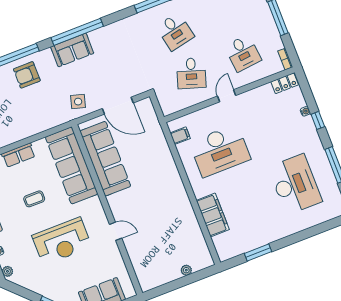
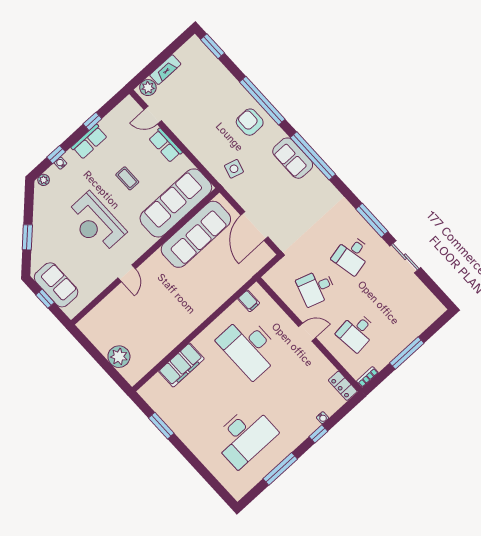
side table: (78, 102) -> (234, 169), moved
plant: (186, 270) -> (119, 357), width x1.88, depth x1.88

